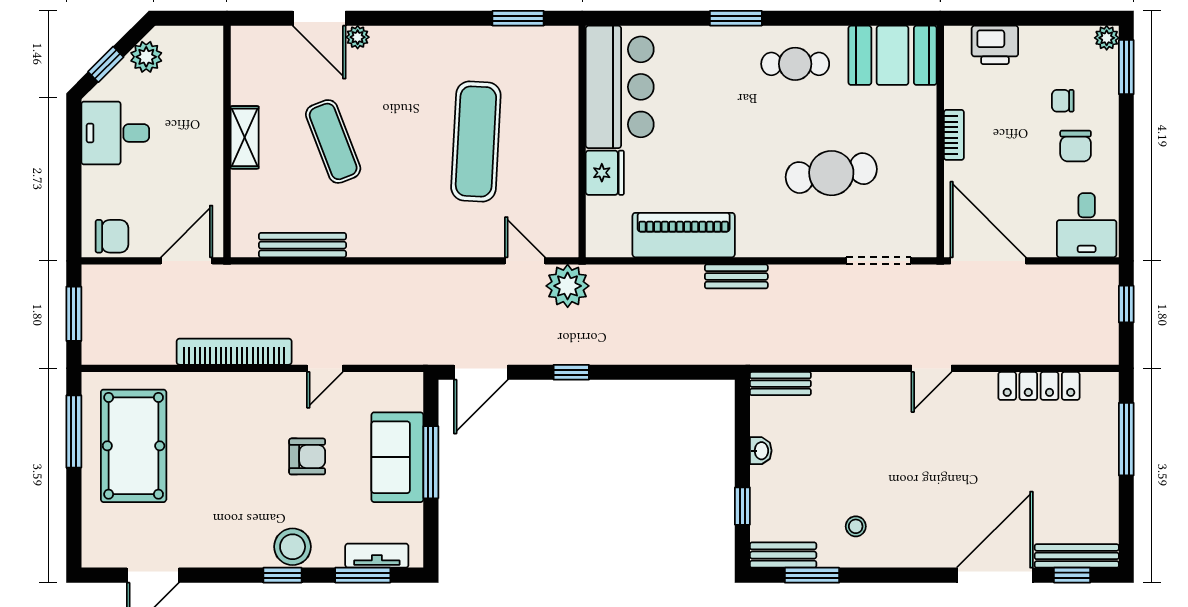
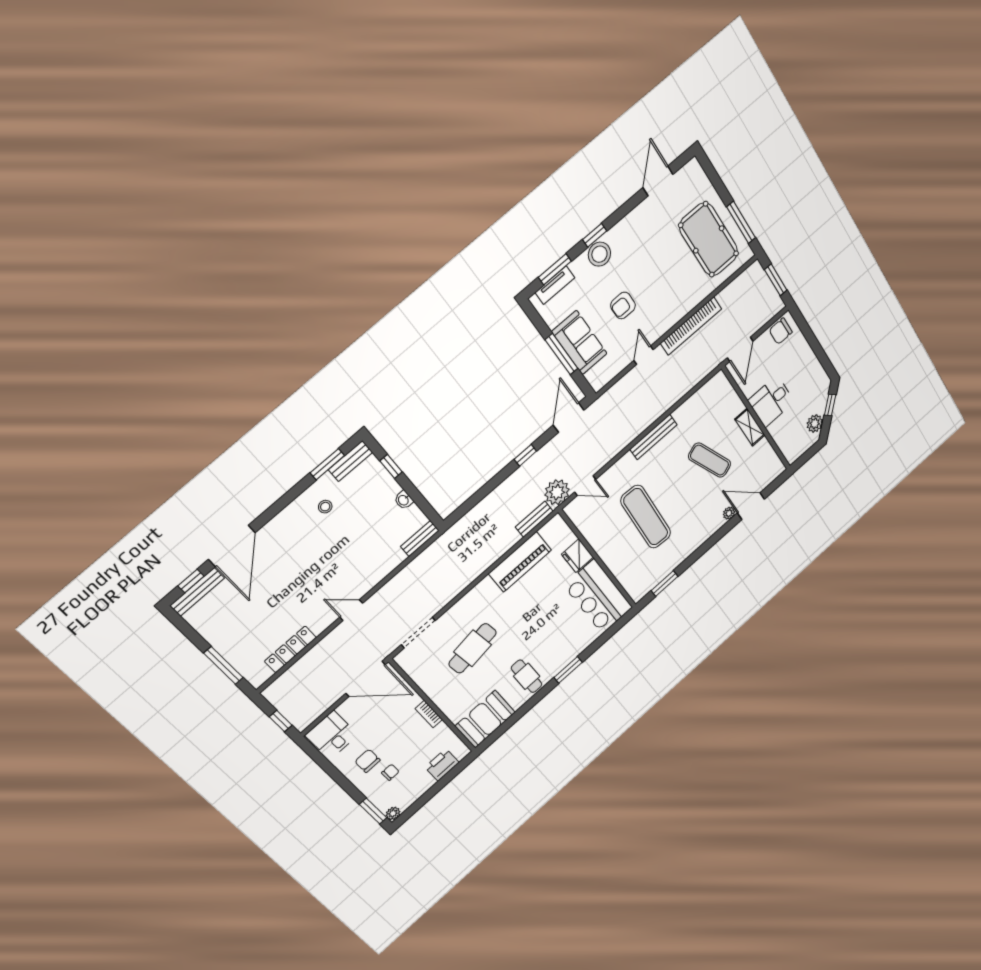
cafe table: (795, 64) -> (527, 676), turned 90
desk: (115, 133) -> (771, 401), moved, turned 180
bench: (302, 245) -> (653, 437), moved
bench: (736, 276) -> (534, 519), moved
door: (932, 368) -> (351, 610), hinge flipped

